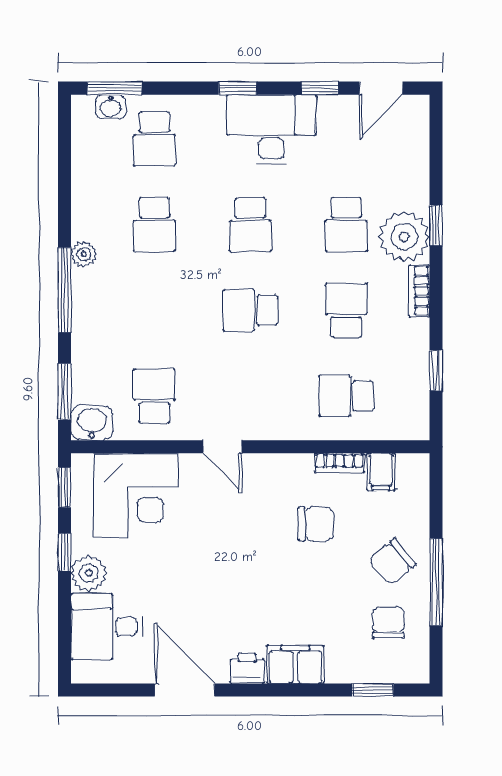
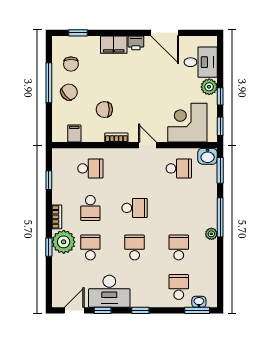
desk: (271, 130) -> (109, 291), moved
school desk: (154, 396) -> (179, 168), turned -90
bookcase: (339, 463) -> (116, 138), moved

